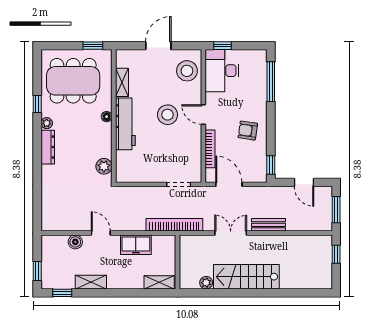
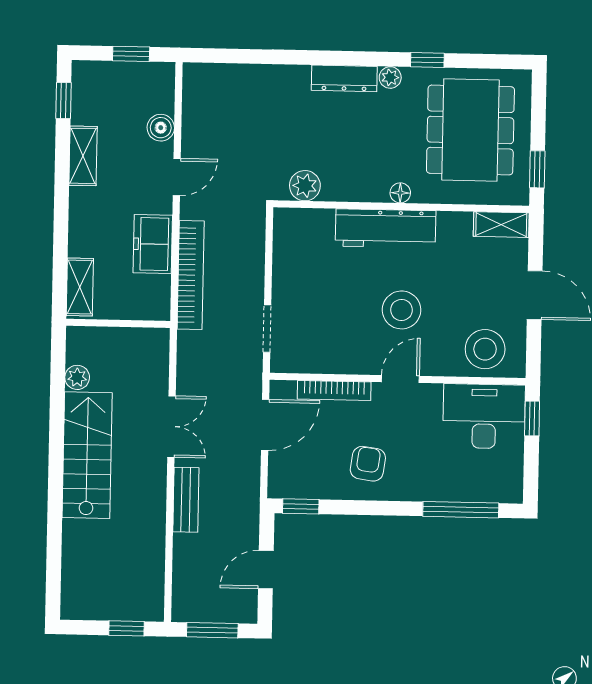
shelving: (122, 82) -> (501, 225), moved
bookcase: (174, 225) -> (191, 275), moved
window: (37, 271) -> (131, 54), moved

